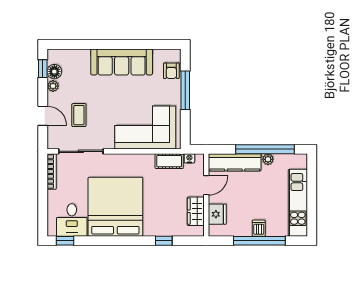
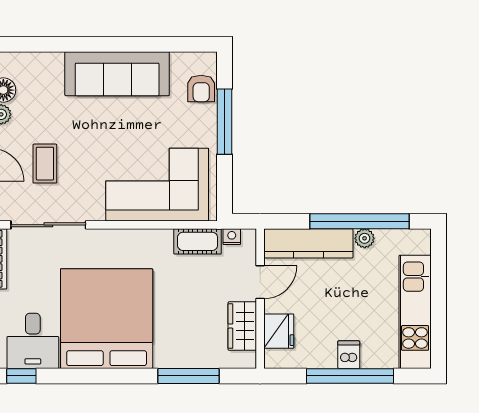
window: (164, 241) -> (188, 376), width x2.17

